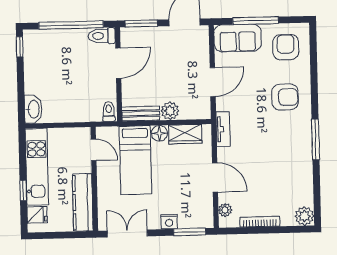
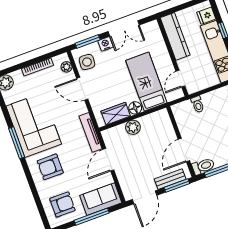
armchair: (286, 47) -> (62, 204), turned -90
toilet: (109, 112) -> (198, 104), moved
bench: (141, 114) -> (170, 179), moved
tv unit: (223, 129) -> (91, 132), width x1.41
door: (94, 150) -> (180, 79), hinge flipped
corner sofa: (288, 154) -> (34, 125), added
side table: (199, 208) -> (87, 62), added
double door: (127, 233) -> (124, 28), moved

